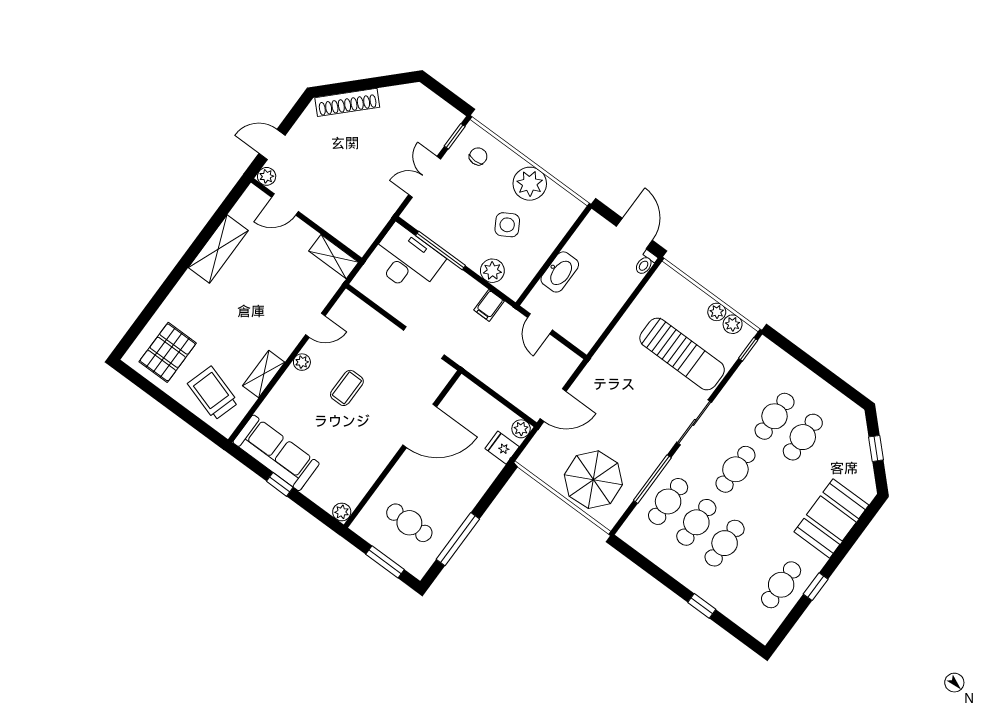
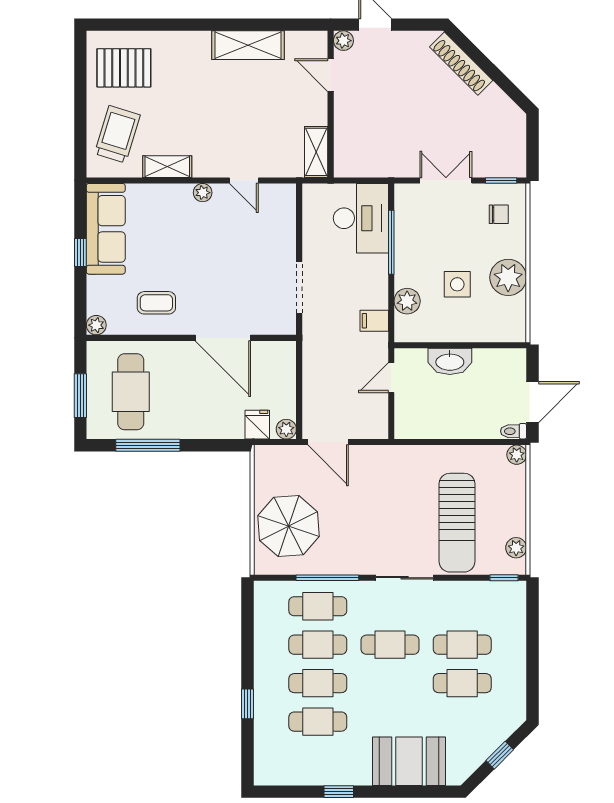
side table: (507, 225) -> (457, 284), turned 30
plant: (717, 312) -> (517, 455), moved
coffee table: (347, 388) -> (156, 303), moved
cafe table: (409, 523) -> (131, 392), width x1.37, depth x1.35
cafe table: (781, 585) -> (318, 722), moved

